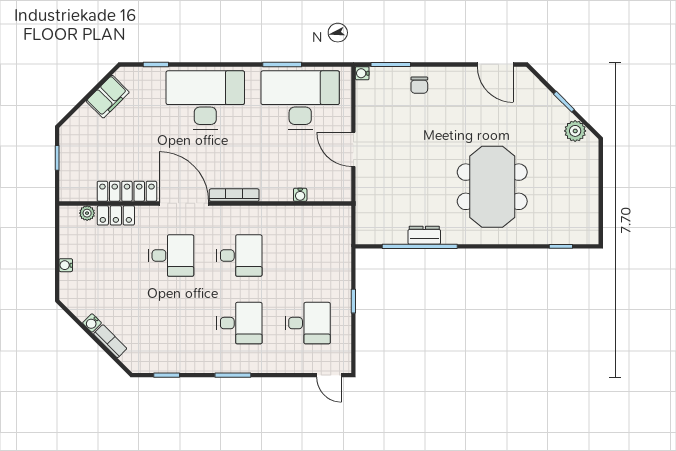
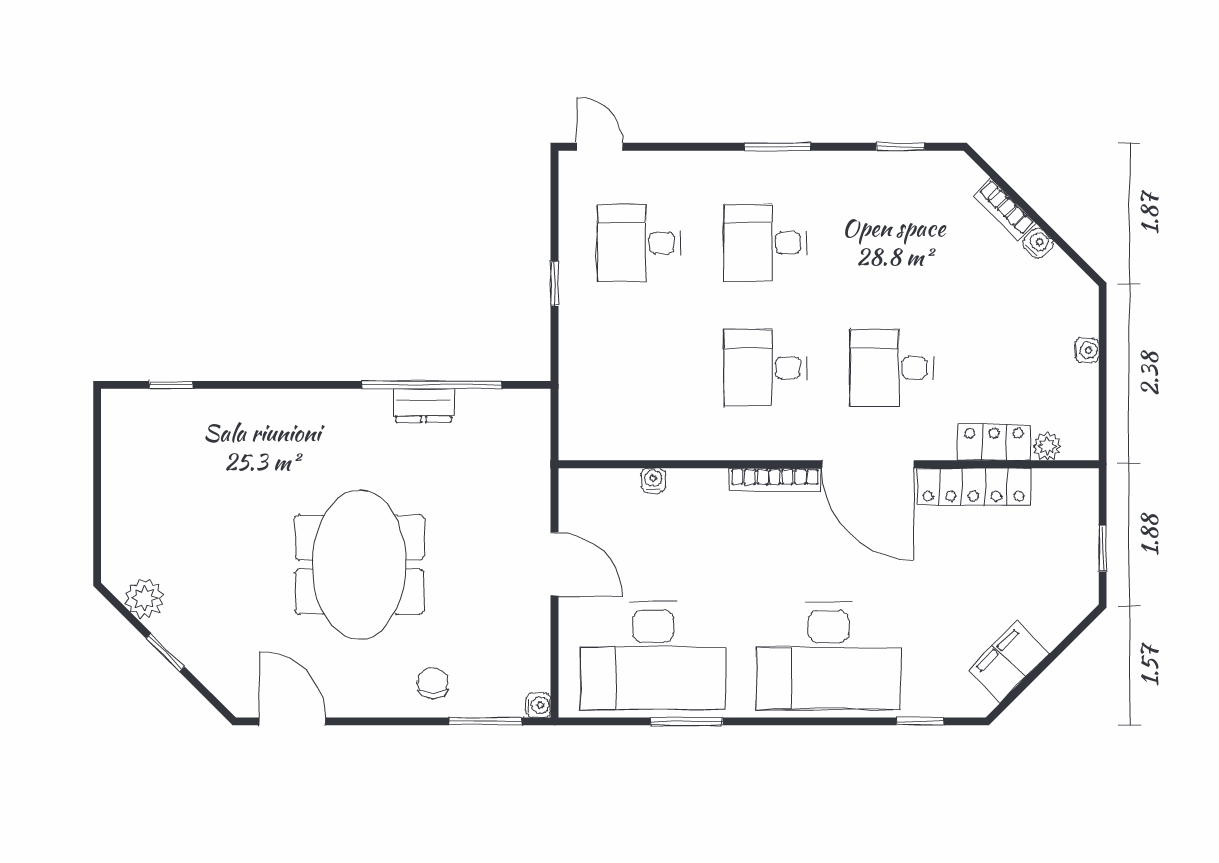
meeting table: (492, 187) -> (359, 565), moved

